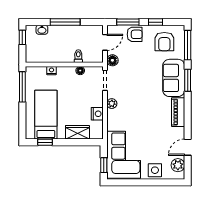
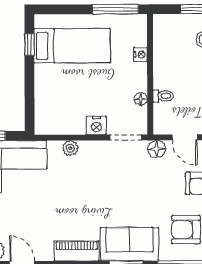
plant: (112, 104) -> (70, 148), moved
nightstand: (97, 114) -> (96, 125), moved
wardrobe: (77, 132) -> (45, 95), removed

